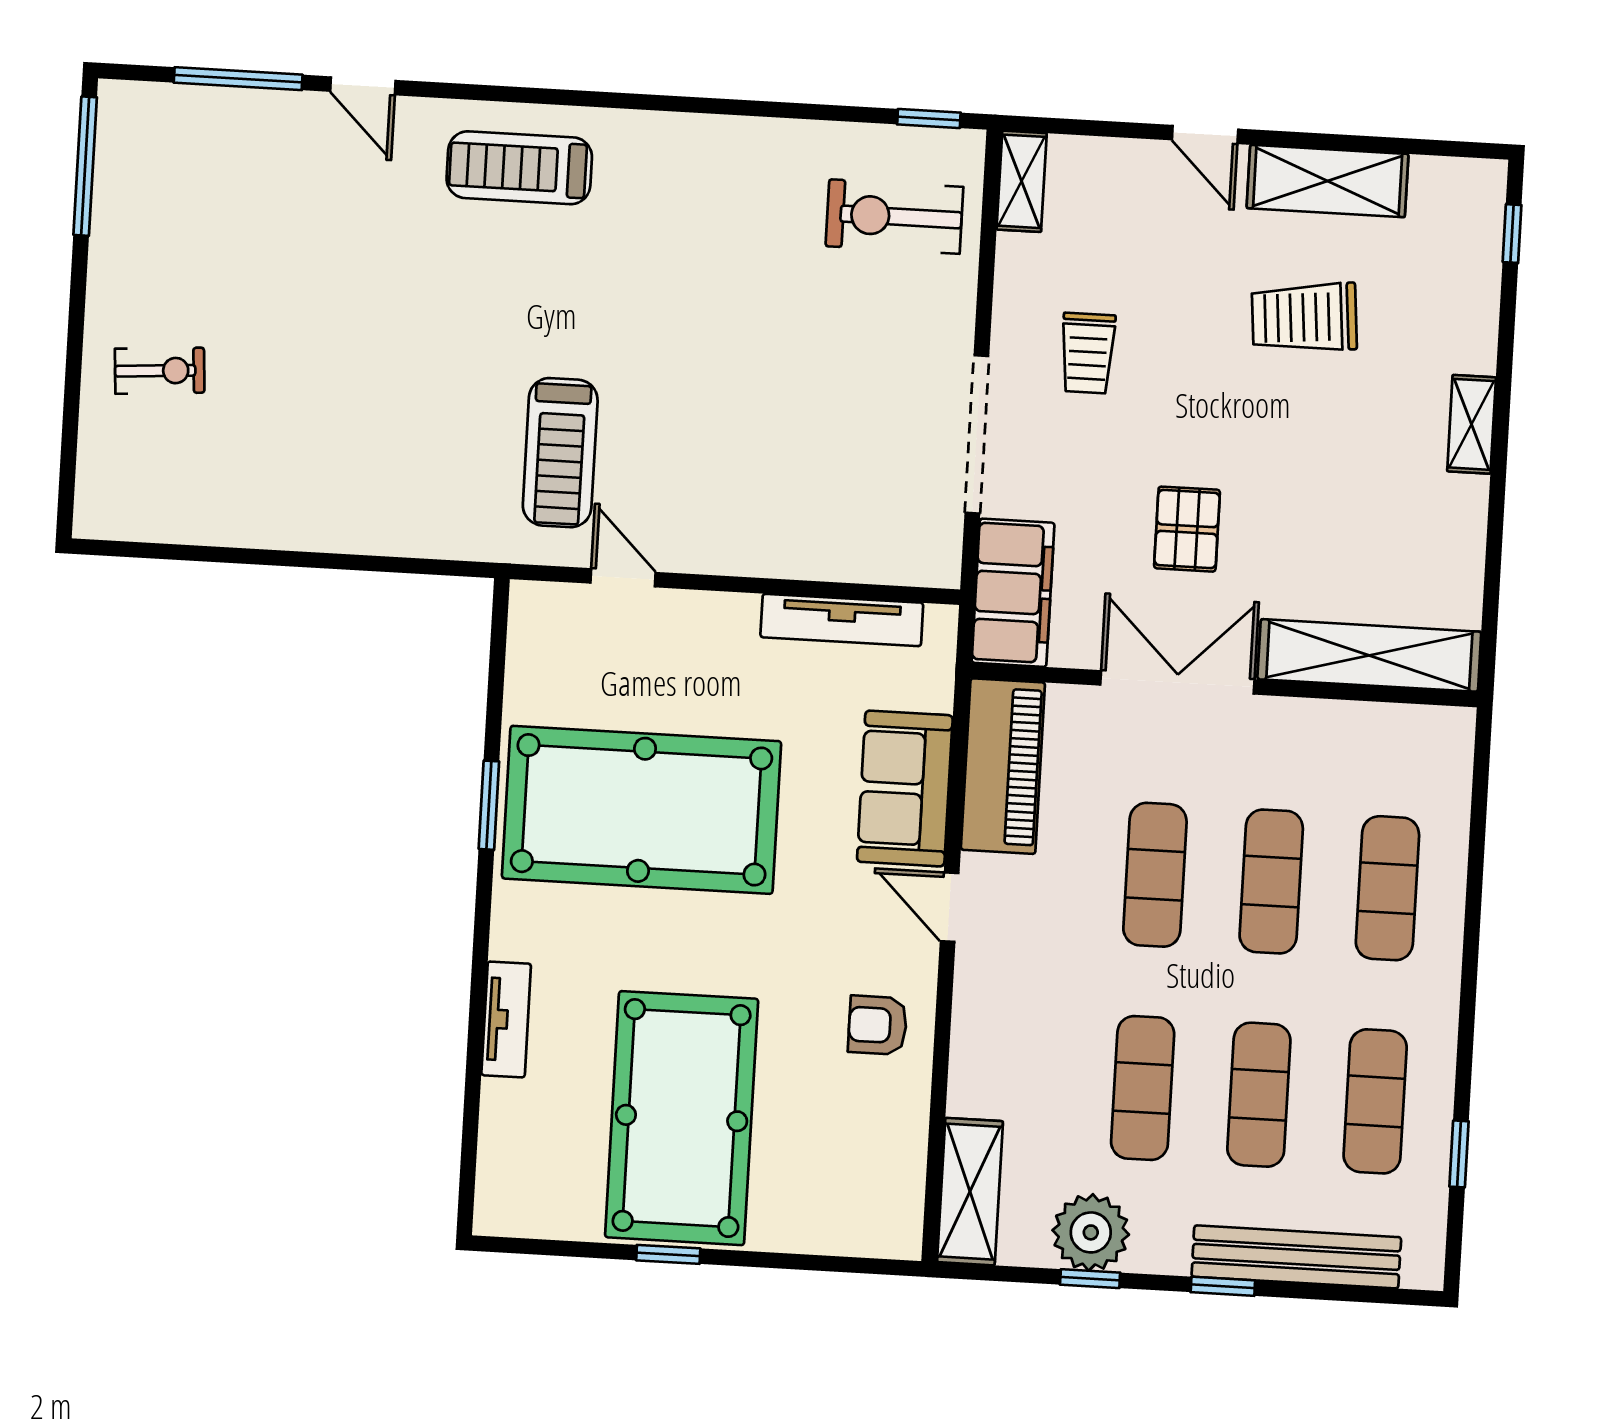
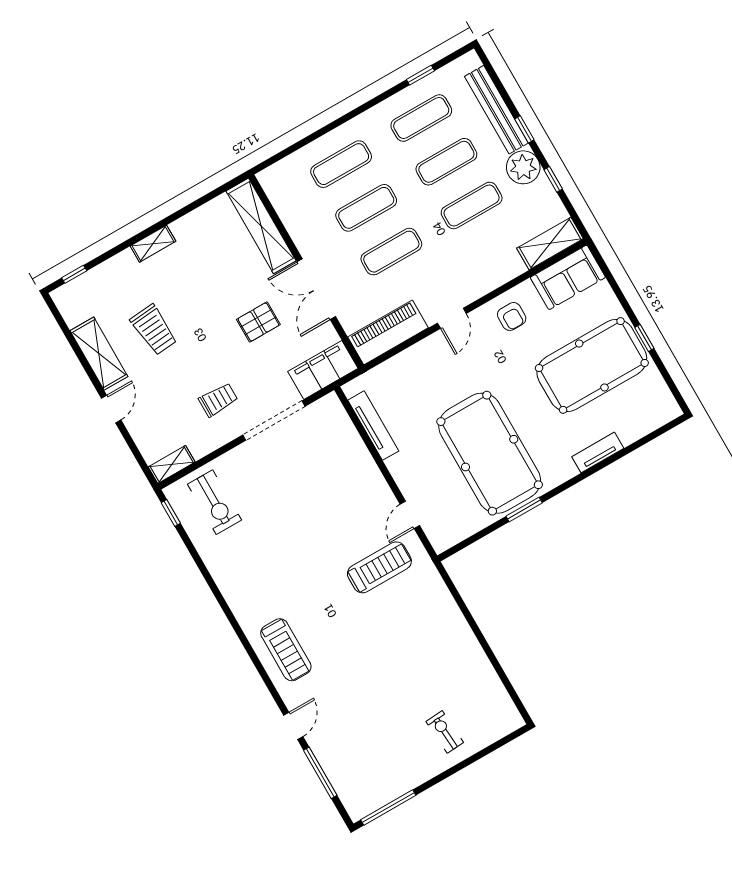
sofa: (905, 789) -> (568, 277), moved
plant: (1091, 1232) -> (523, 167), moved

